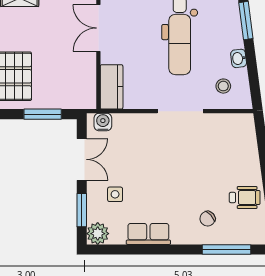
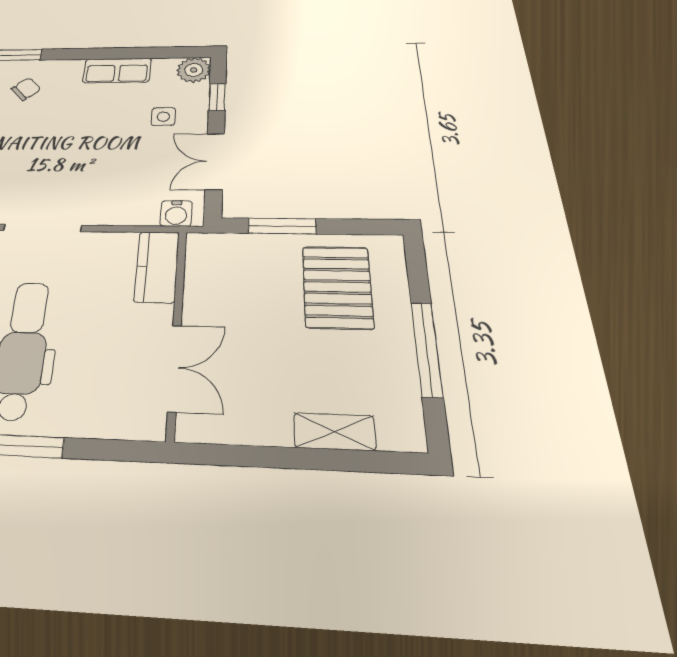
window: (82, 210) -> (217, 97), width x0.67

